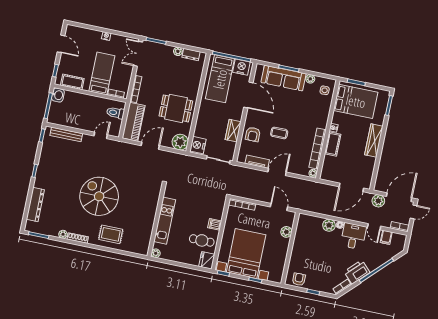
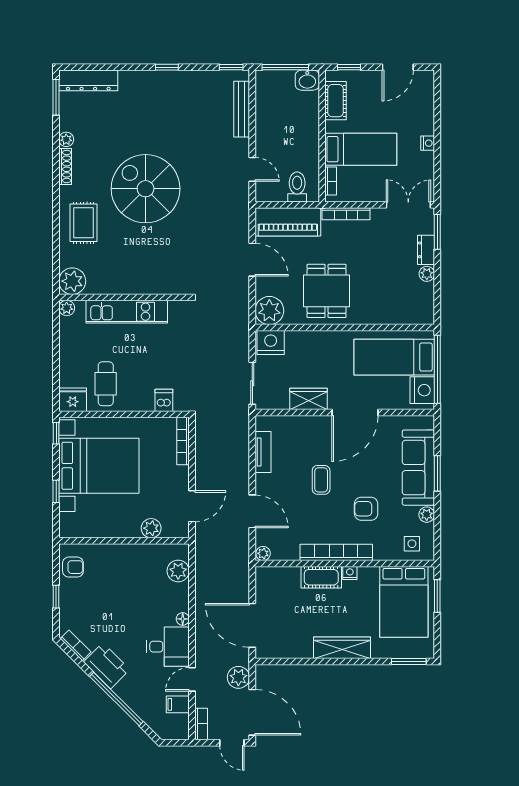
dresser: (191, 55) -> (426, 250), moved
door: (248, 95) -> (355, 412), moved
armchair: (253, 134) -> (366, 509), moved
bookcase: (318, 149) -> (336, 552), moved
door: (277, 172) -> (252, 511), moved
spiral stairs: (99, 196) -> (146, 189), turned -90
dresser: (35, 204) -> (88, 80), moved
dishwasher: (215, 224) -> (164, 400), moved
plant: (329, 225) -> (178, 571), moved
plant: (142, 247) -> (72, 281), added

